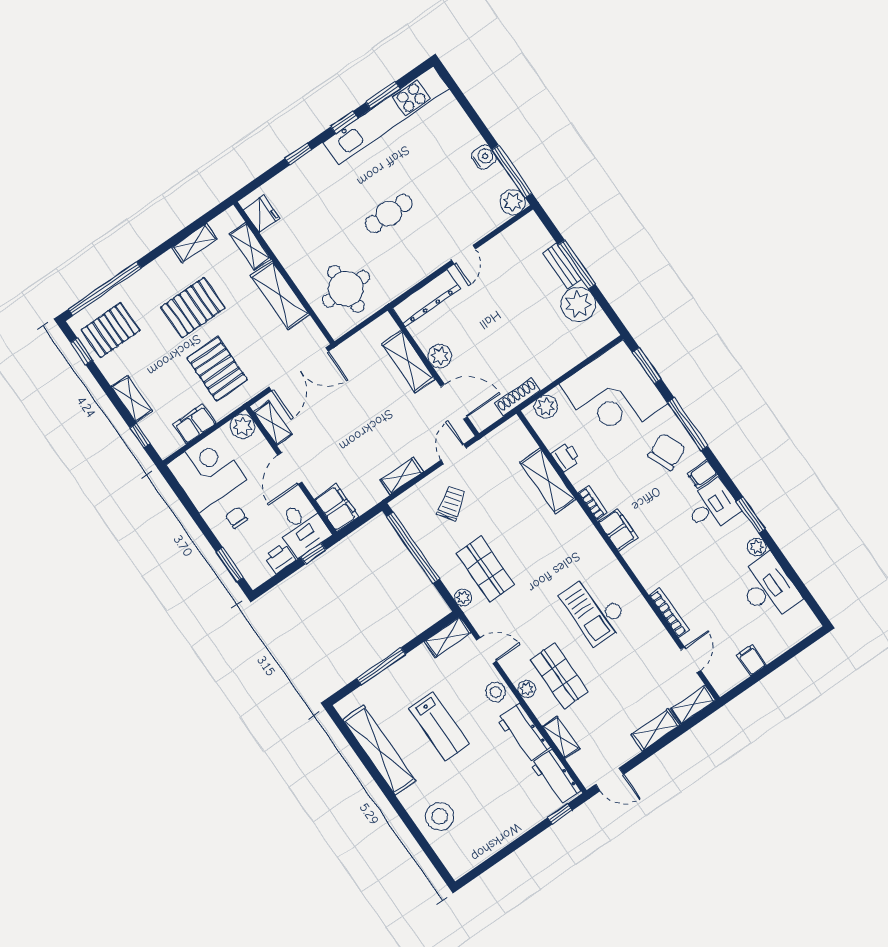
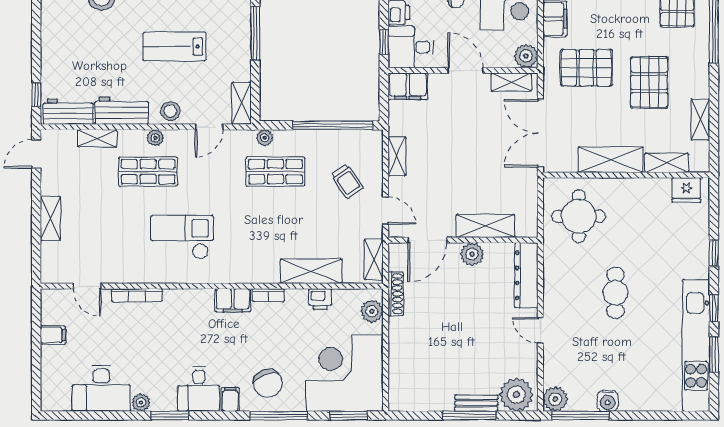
plant: (578, 304) -> (516, 395), moved
shelving: (693, 705) -> (374, 259), moved

